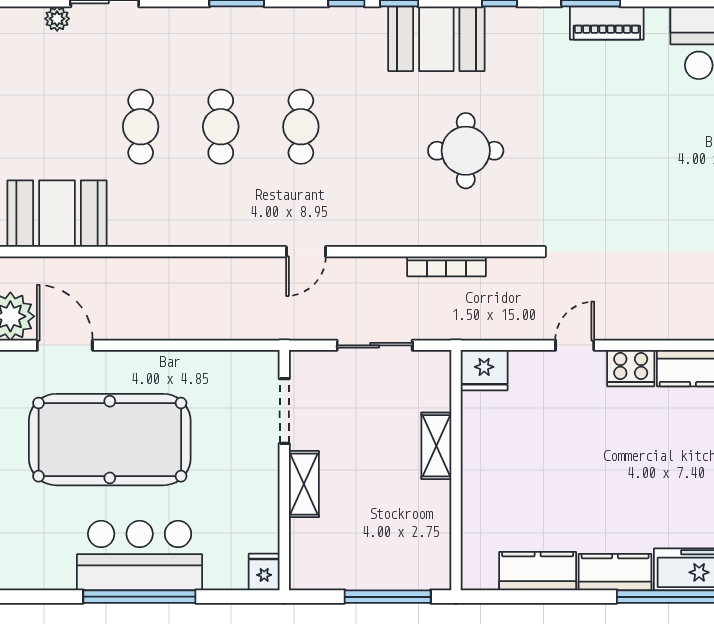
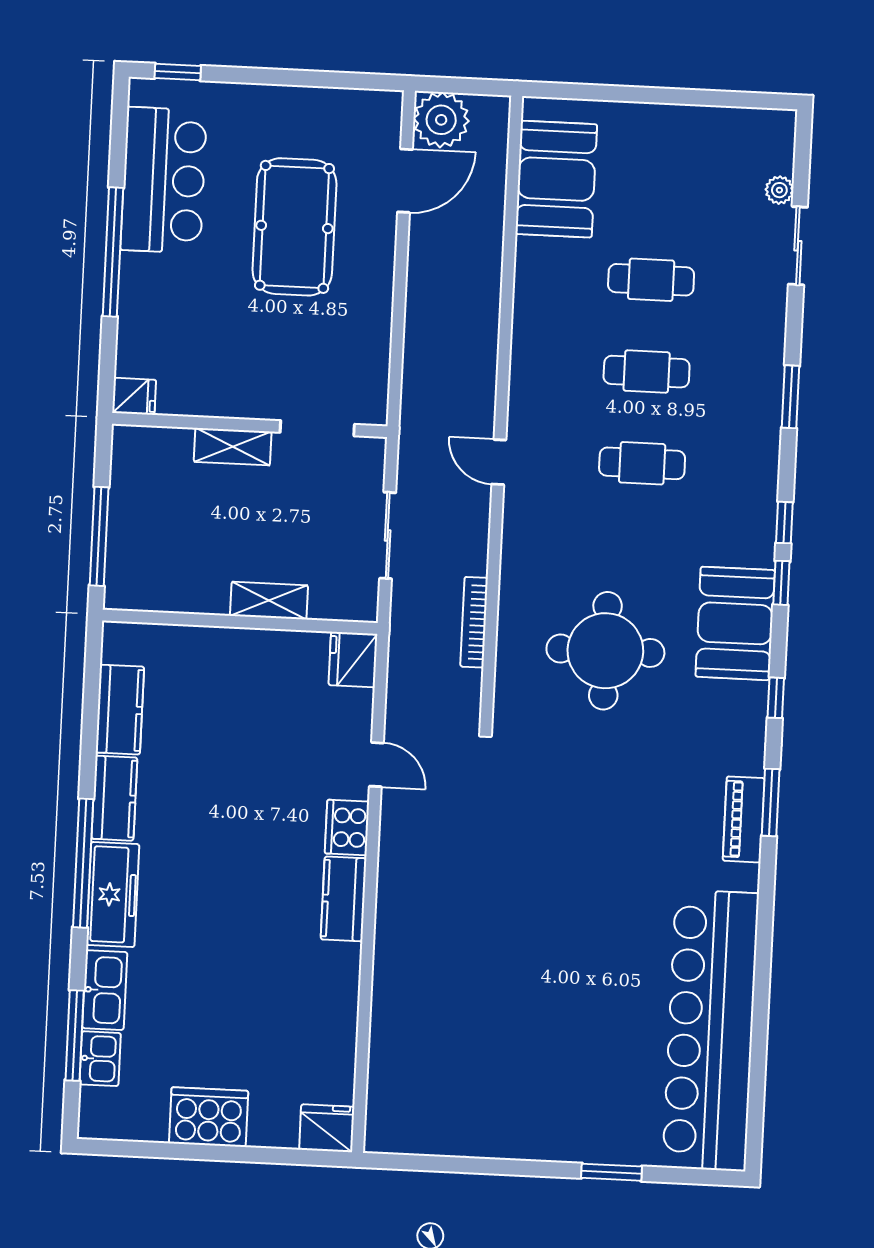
round table: (466, 151) -> (605, 651), width x1.36, depth x1.36
pool table: (110, 440) -> (294, 227), width x0.73, depth x0.76
bar counter: (140, 556) -> (164, 180), moved

